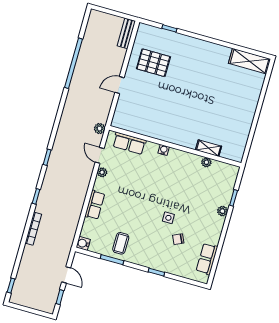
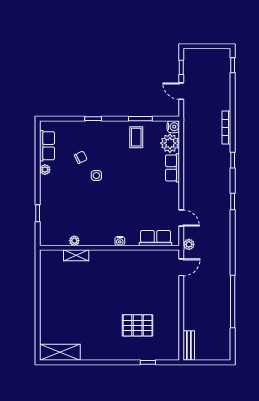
pallet: (153, 63) -> (138, 325), moved
door: (120, 85) -> (181, 267), moved
plant: (102, 172) -> (170, 143), moved, width x1.88, depth x1.88
plant: (222, 211) -> (45, 170), moved

